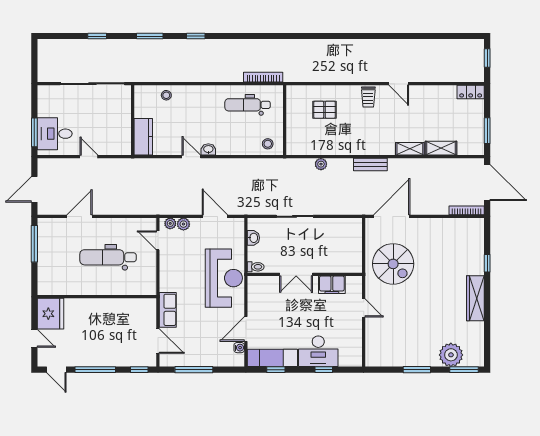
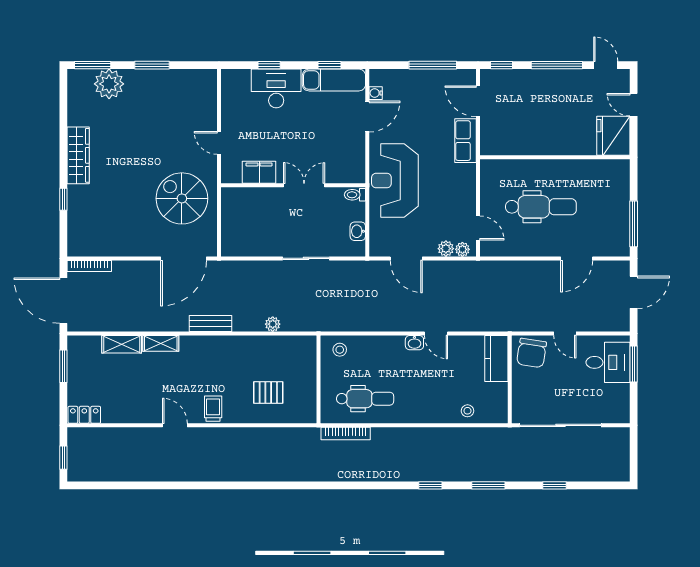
chair: (115, 141) -> (532, 353), added

